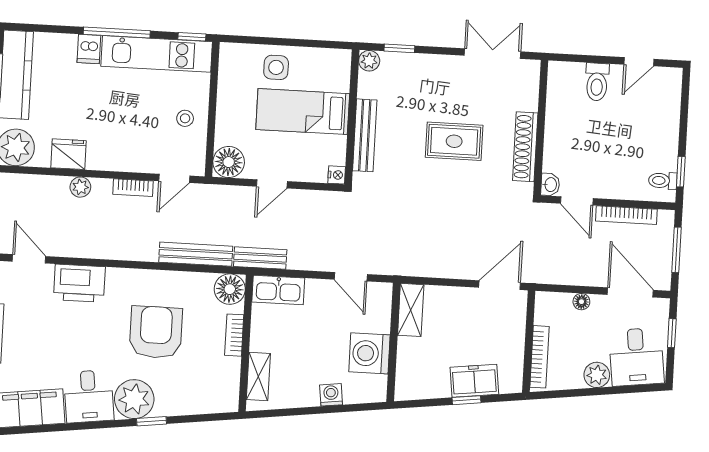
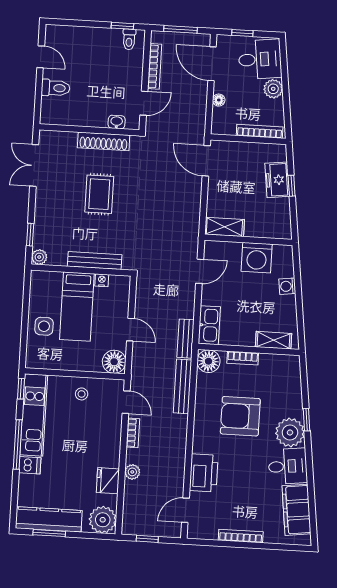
nightstand: (337, 175) -> (102, 280), moved
washbasin: (550, 185) -> (117, 122), moved
door: (630, 292) -> (212, 64), hinge flipped

